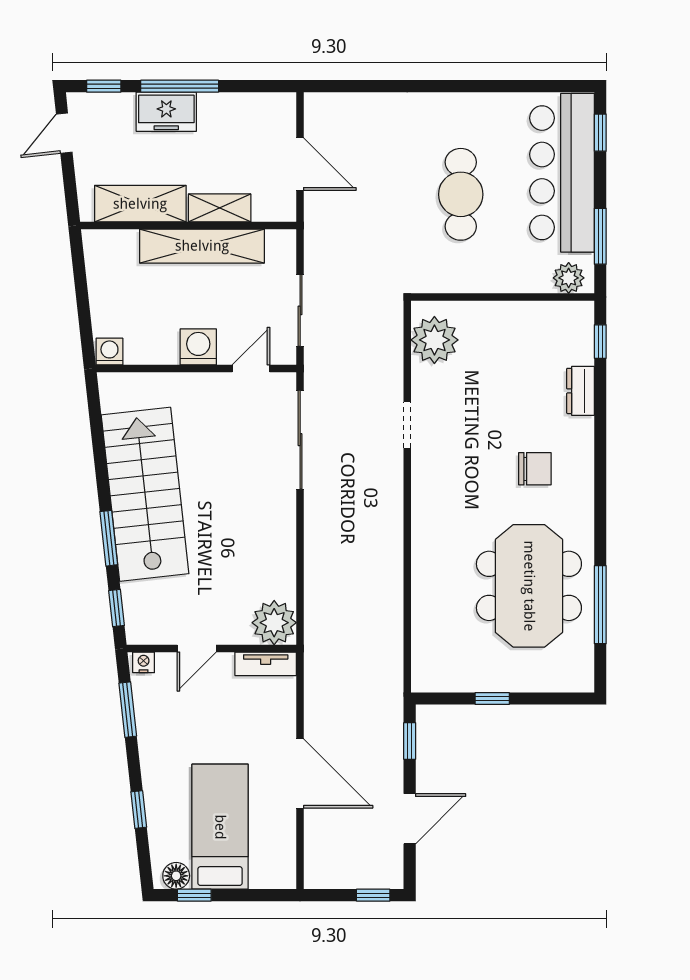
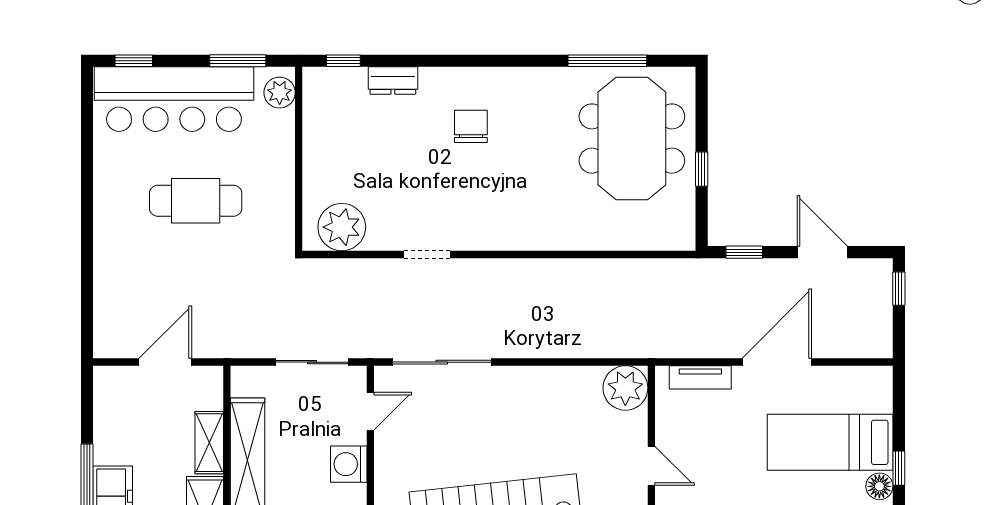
door: (251, 368) -> (370, 411), swing flipped
meeting table: (529, 586) -> (632, 139), moved, turned 90
tv unit: (266, 664) -> (700, 377), moved, turned 90

